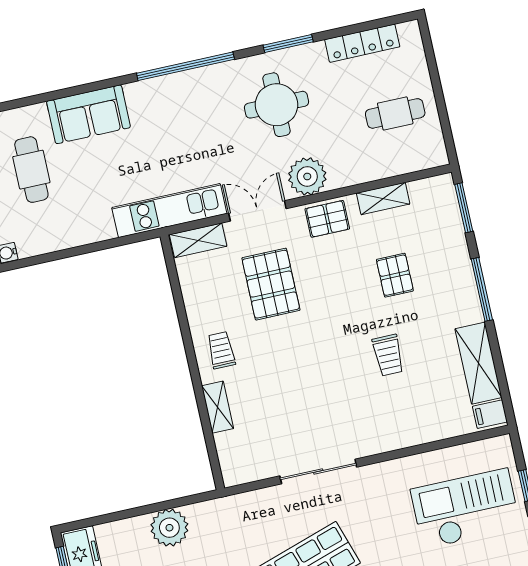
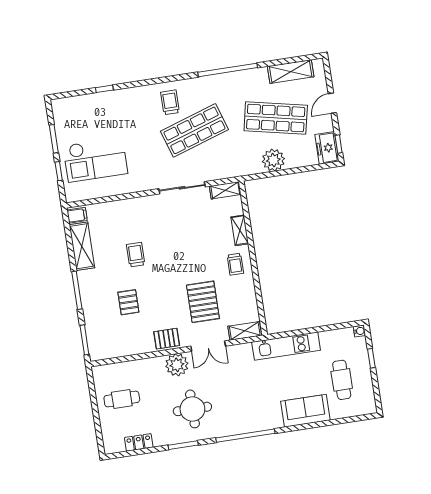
locker: (362, 43) -> (139, 442), width x0.66
shelving: (383, 199) -> (225, 190), moved
kitchen unit: (169, 211) -> (286, 346), moved

